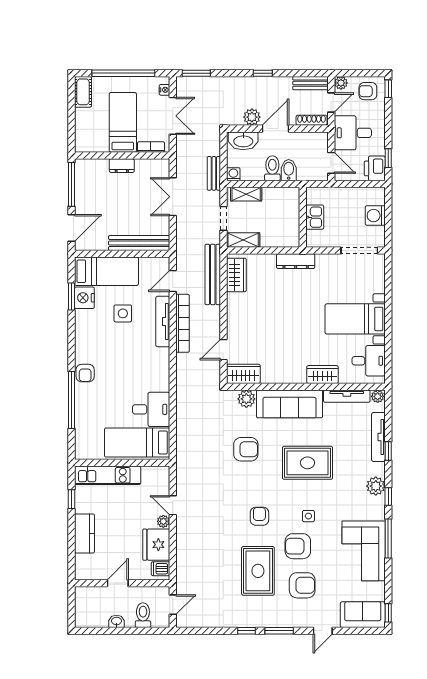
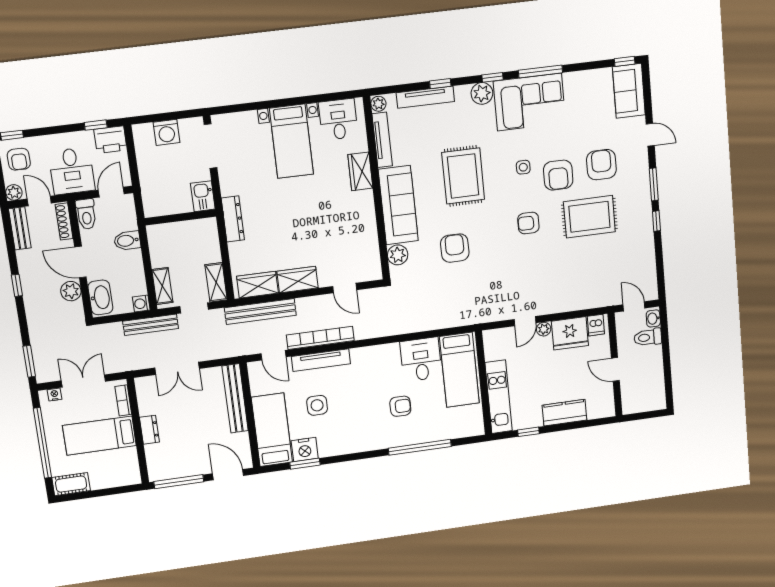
toilet: (272, 168) -> (86, 214), moved, turned -90
bench: (214, 173) -> (151, 325), width x1.36
kitchen sink: (315, 217) -> (203, 196), moved, turned -90
armchair: (85, 373) -> (400, 406), moved
wardrobe: (243, 374) -> (298, 280), moved, turned 90
corner sofa: (364, 551) -> (529, 102), moved
washbasin: (117, 621) -> (653, 318), moved

